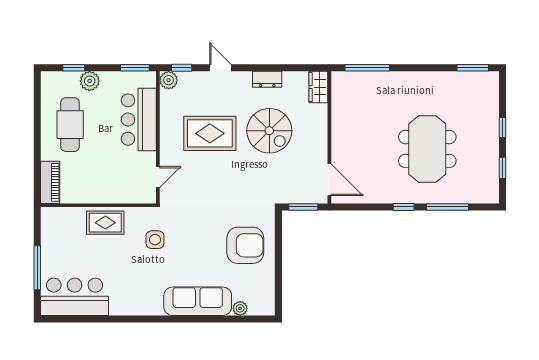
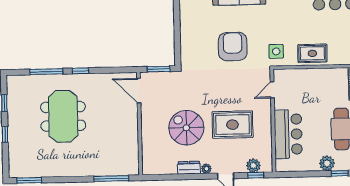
window: (135, 68) -> (292, 174), removed
plant: (245, 78) -> (206, 169), added
plant: (169, 80) -> (253, 166), moved
wardrobe: (318, 87) -> (149, 163), removed
side table: (155, 240) -> (276, 51), moved
armchair: (245, 245) -> (233, 46), moved, turned 90

